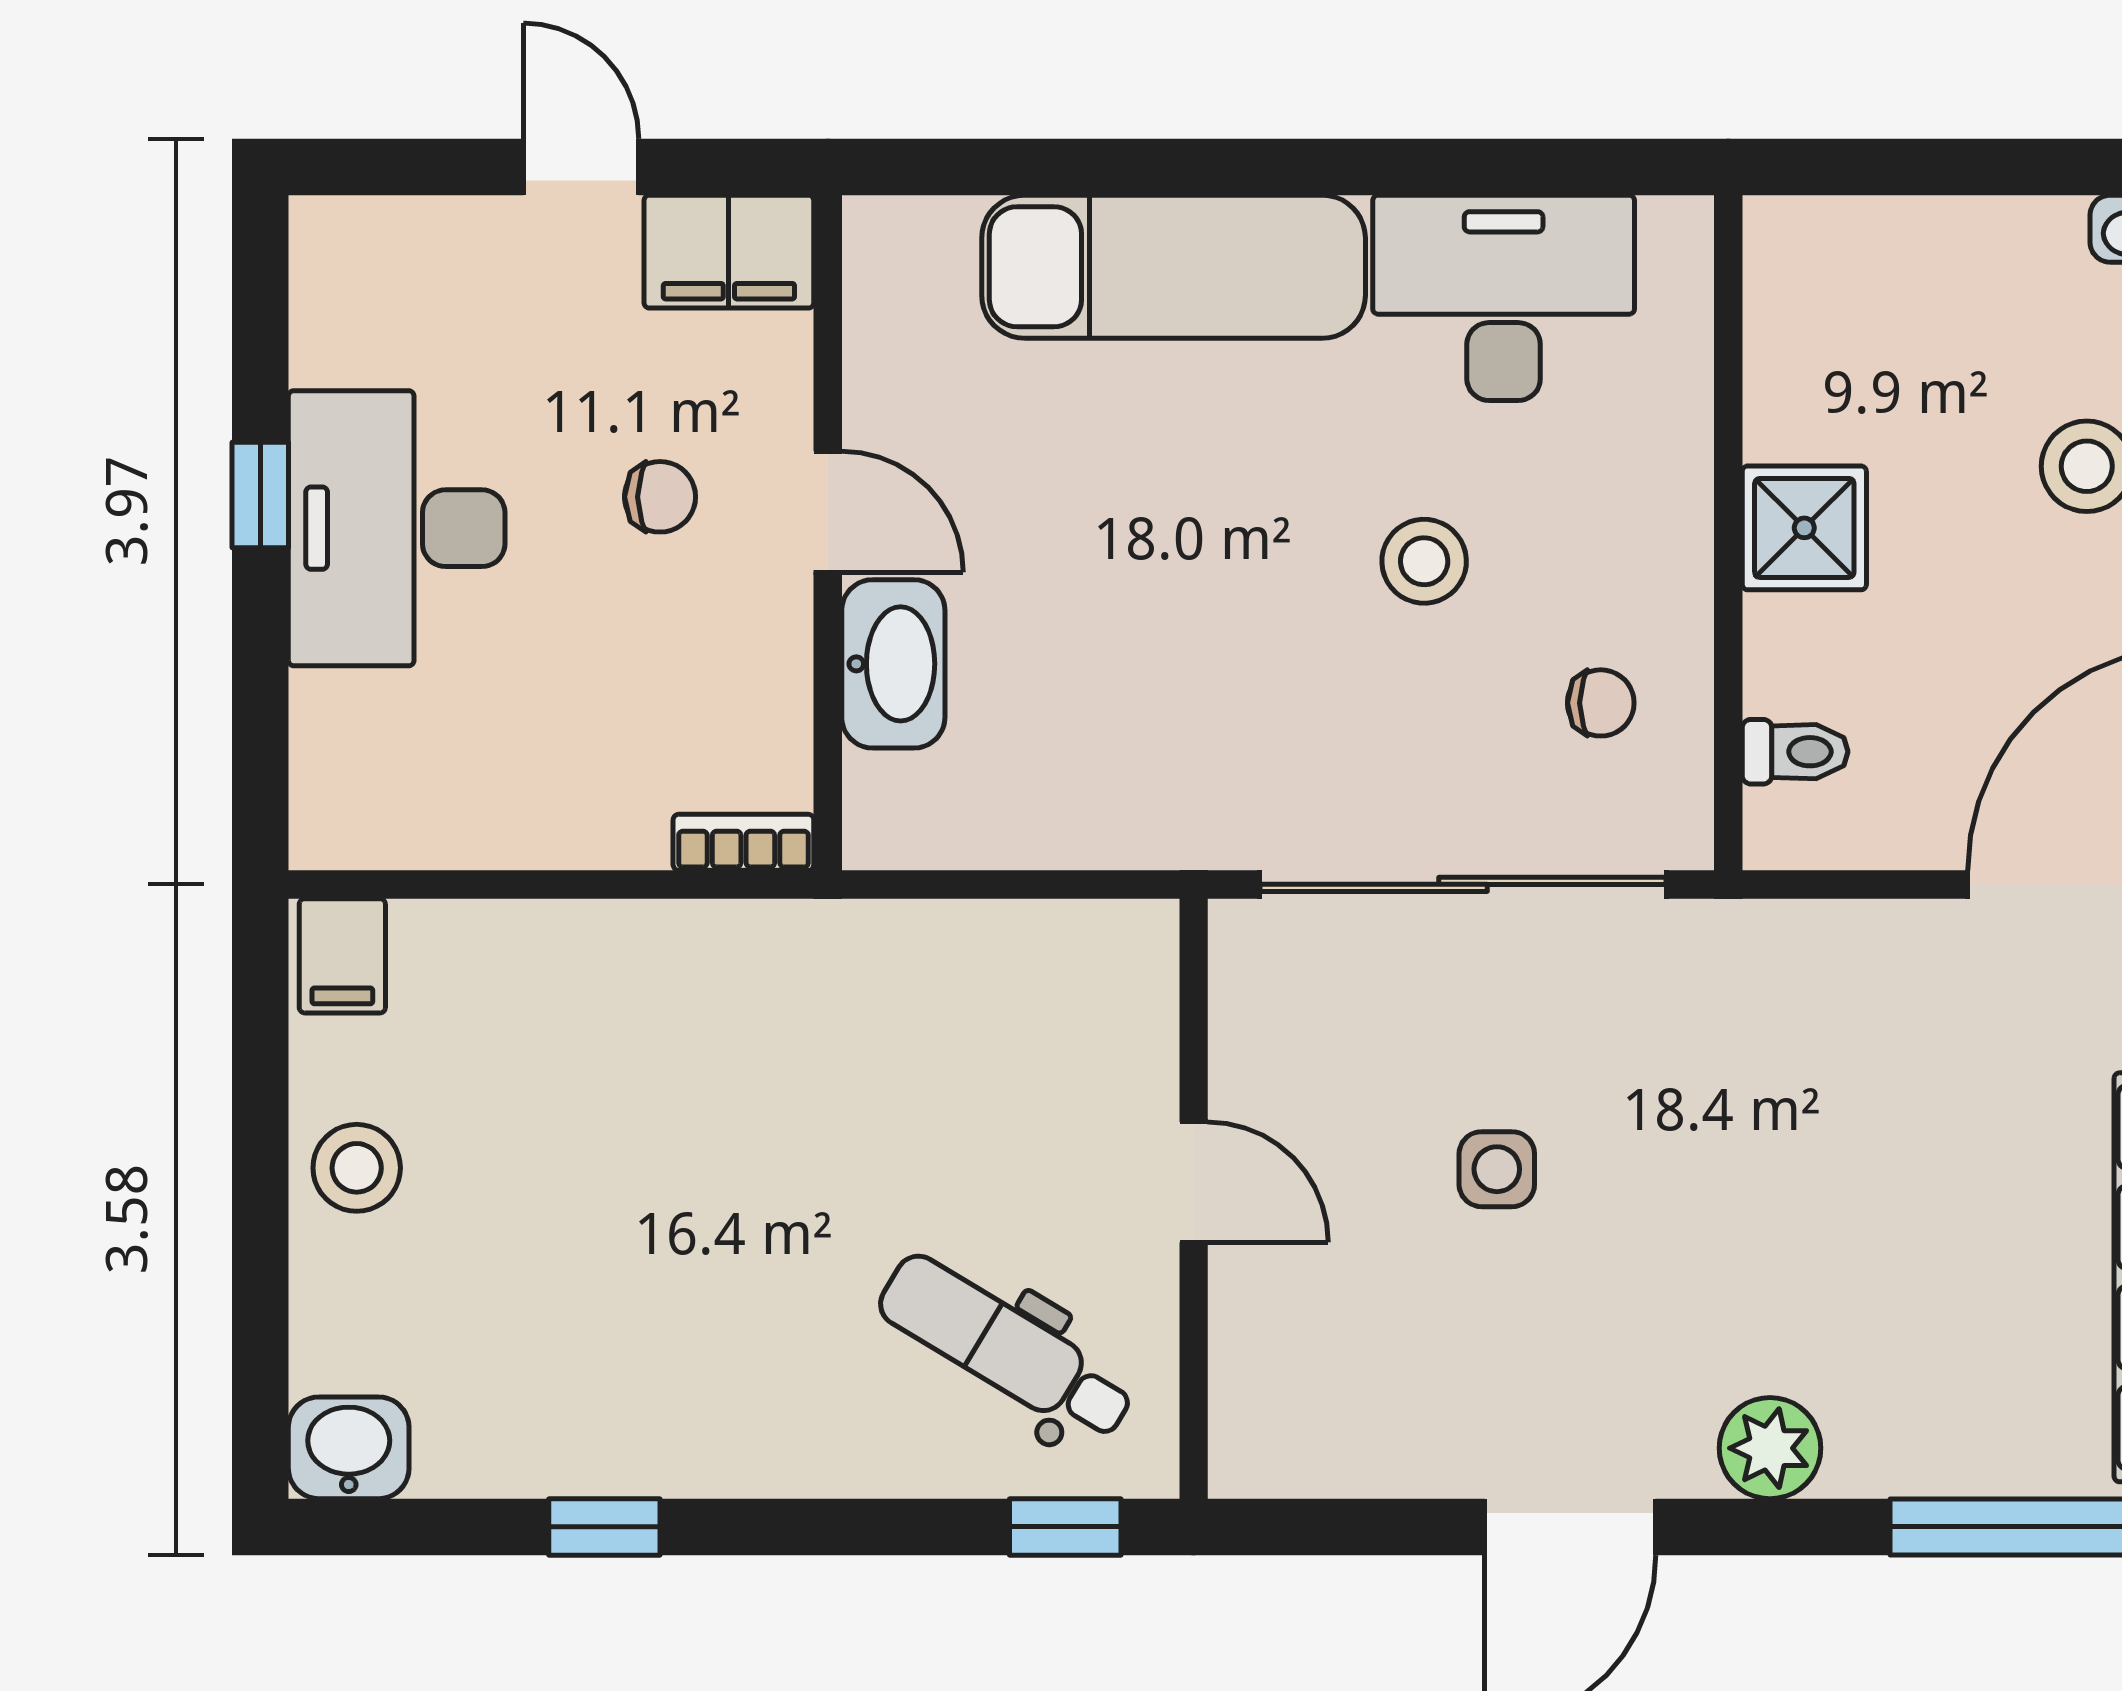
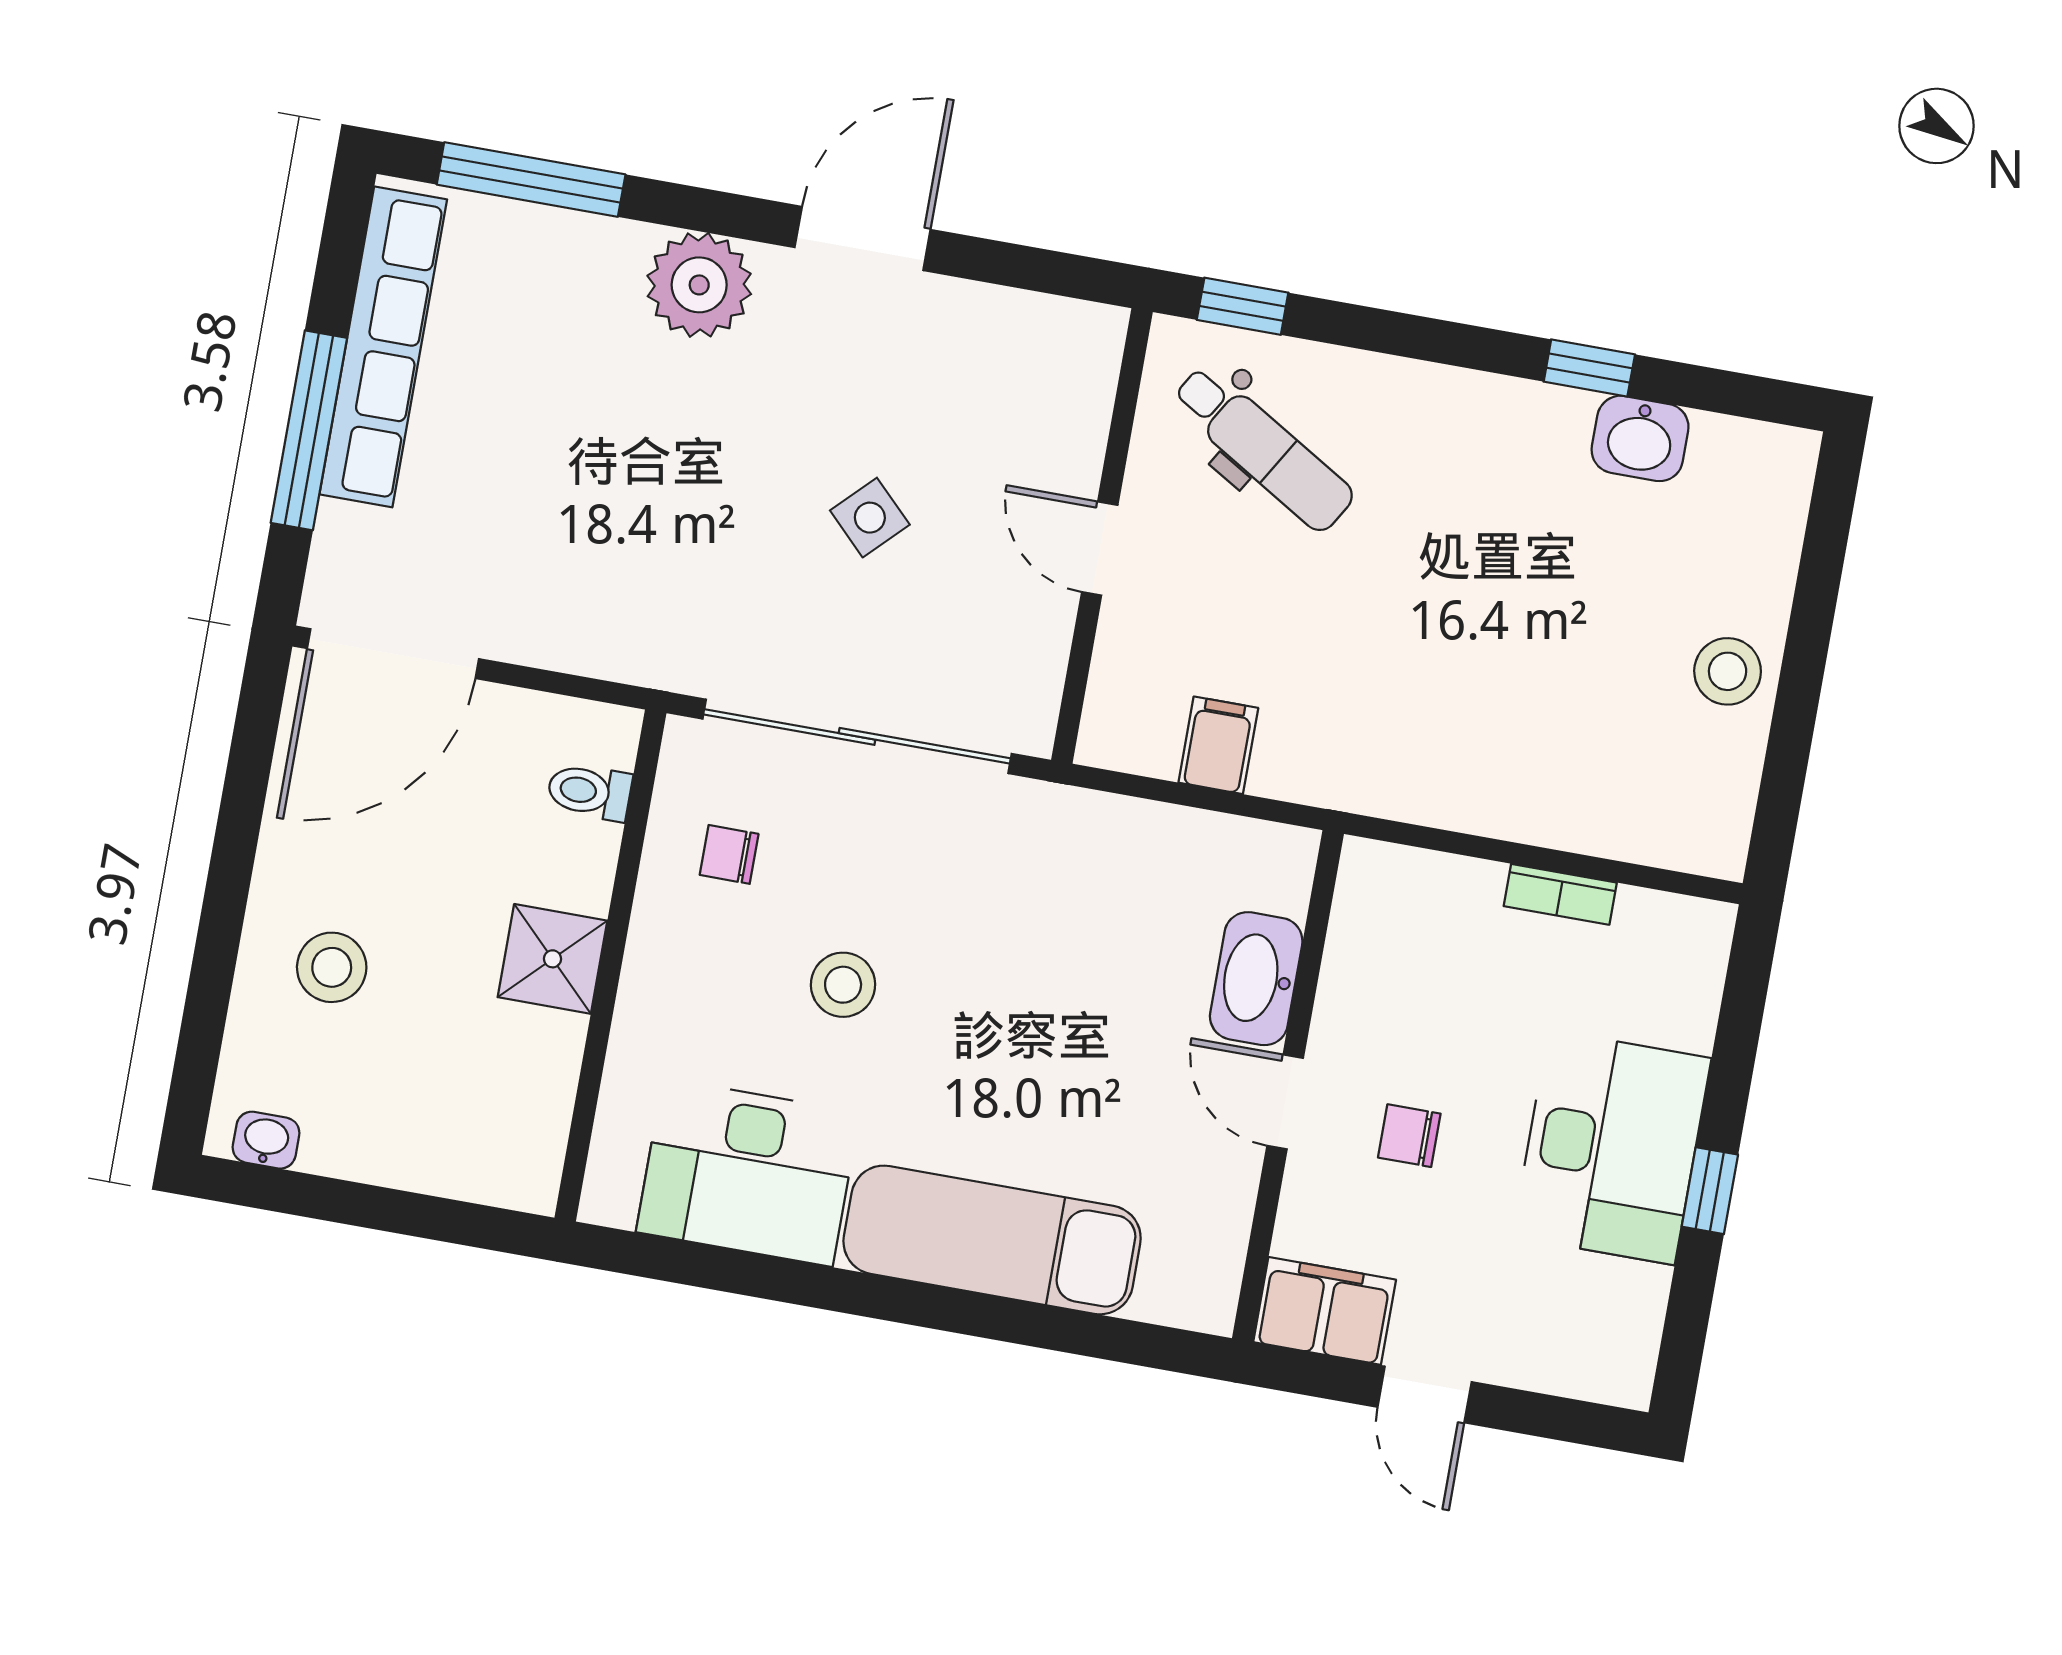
bookcase: (743, 842) -> (1560, 894), moved
filing cabinet: (342, 956) -> (1218, 745), moved
side table: (1497, 1169) -> (870, 518), turned 45
washbasin: (349, 1448) -> (1640, 438), moved
plant: (1770, 1448) -> (699, 285), width x1.36, depth x1.36

